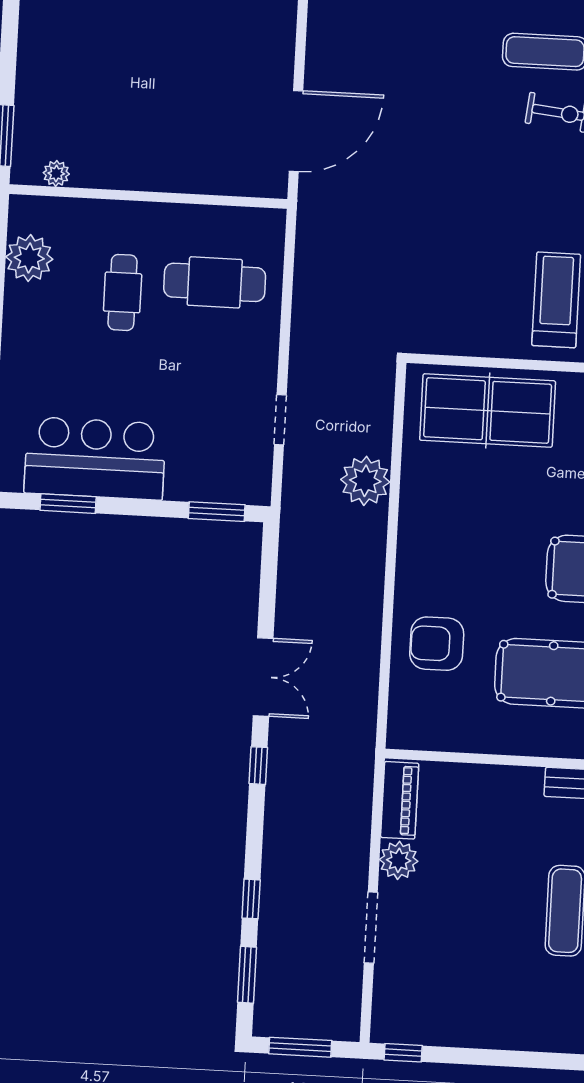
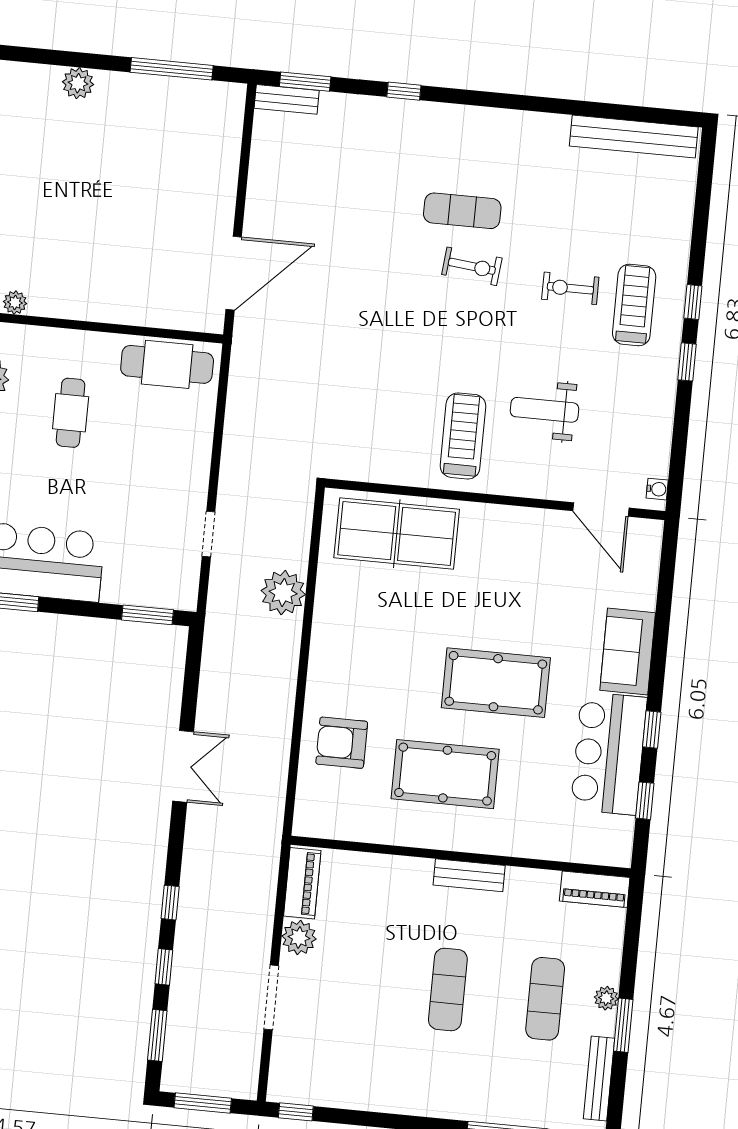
cafe table: (215, 282) -> (167, 364), moved
window: (258, 766) -> (170, 903), moved

